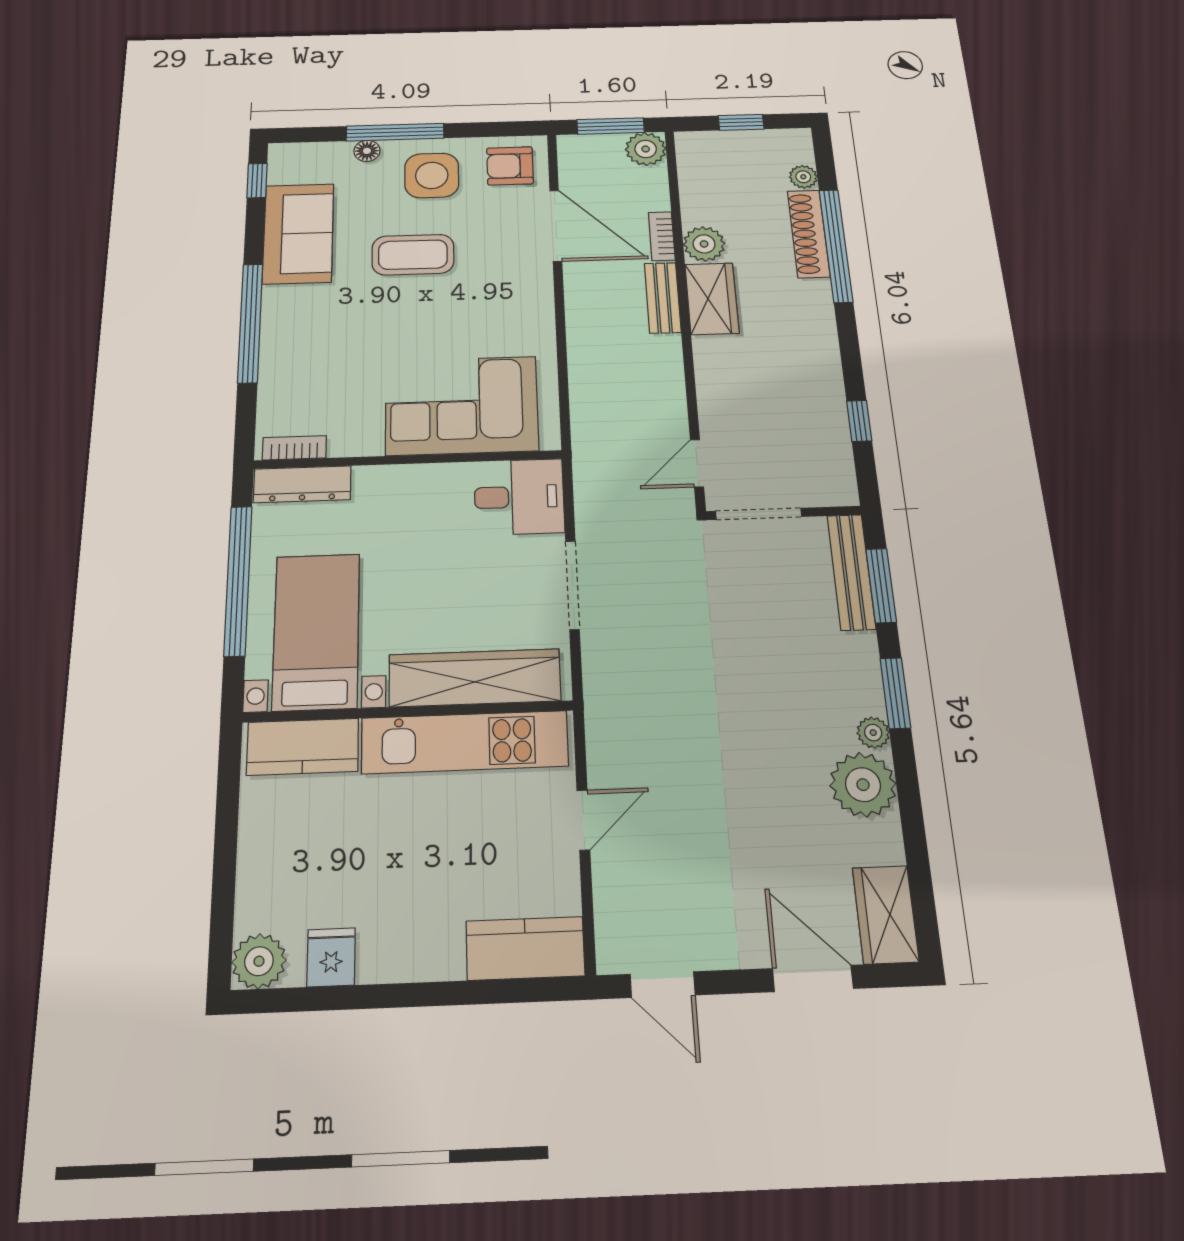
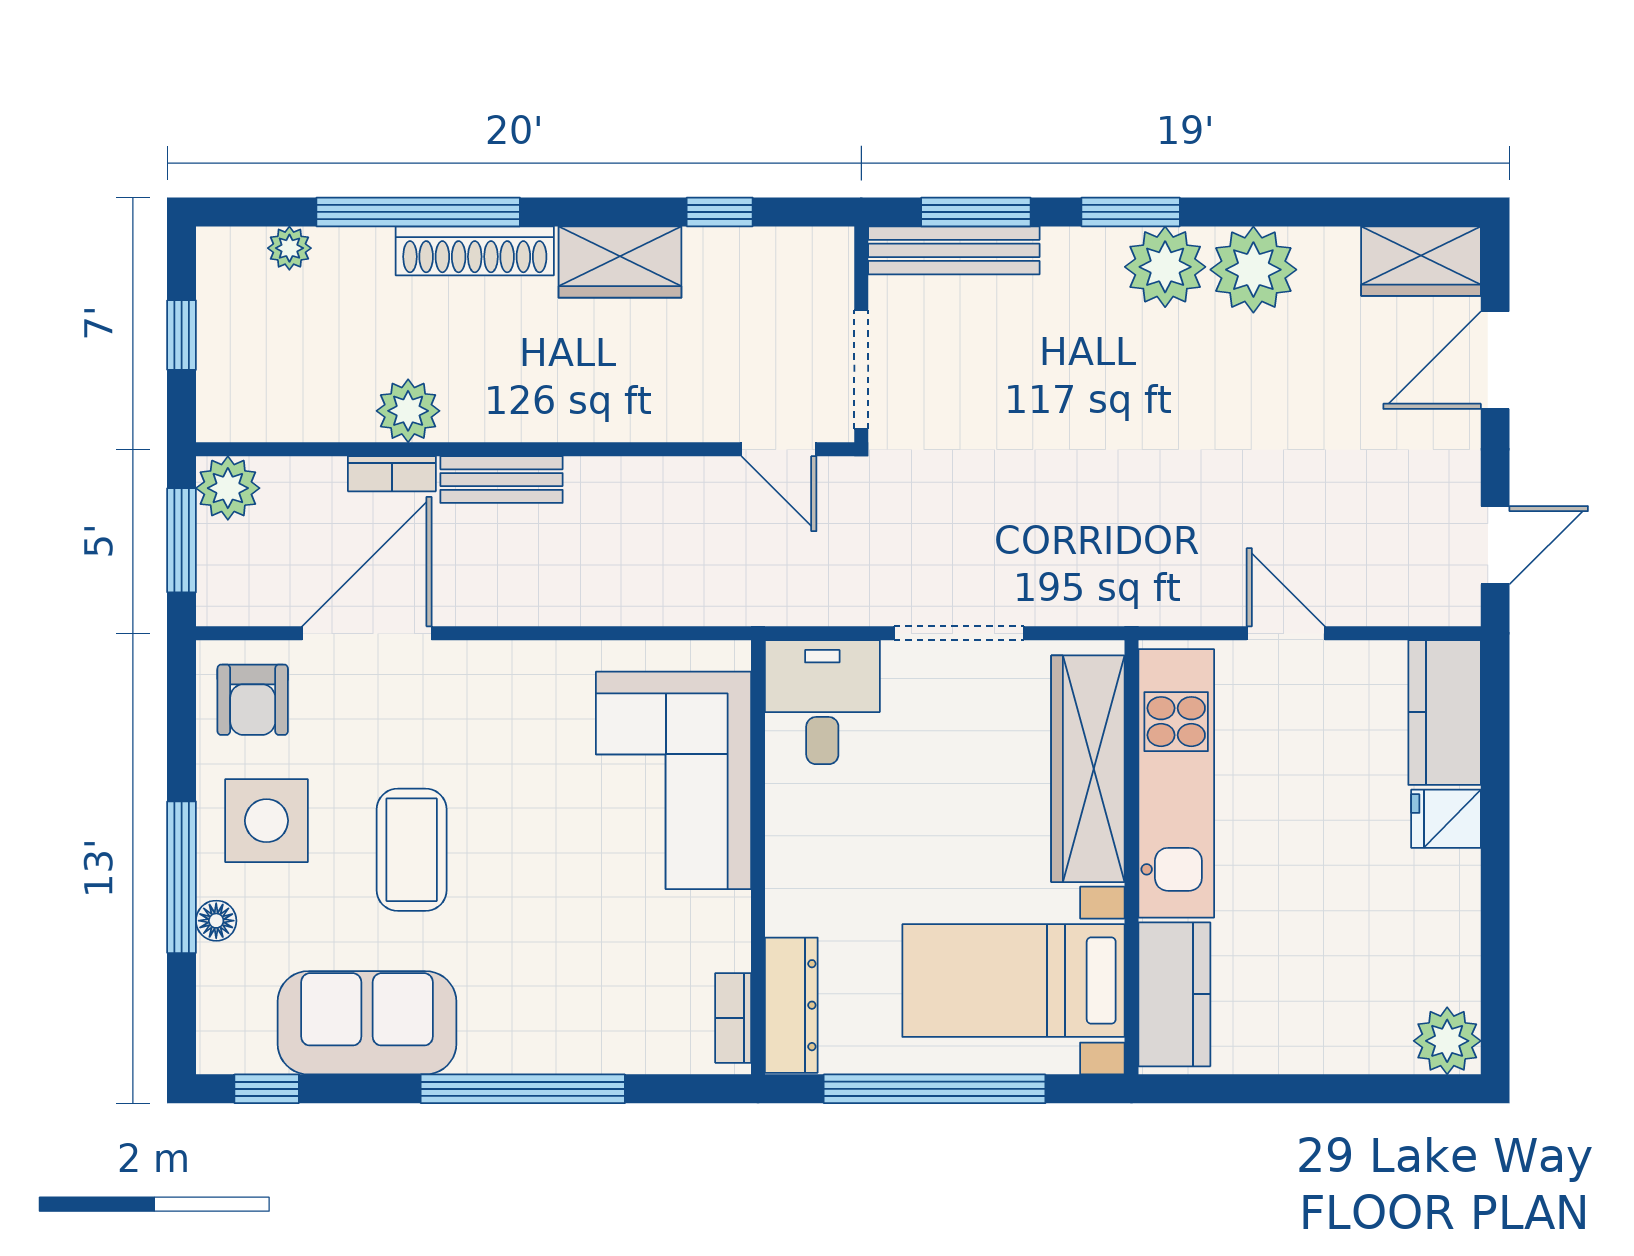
shoe rack: (809, 234) -> (475, 251), moved
wardrobe: (712, 299) -> (620, 262), moved, turned 180
plant: (873, 733) -> (1165, 267), width x1.87, depth x1.87
fridge: (331, 957) -> (1446, 819), moved

